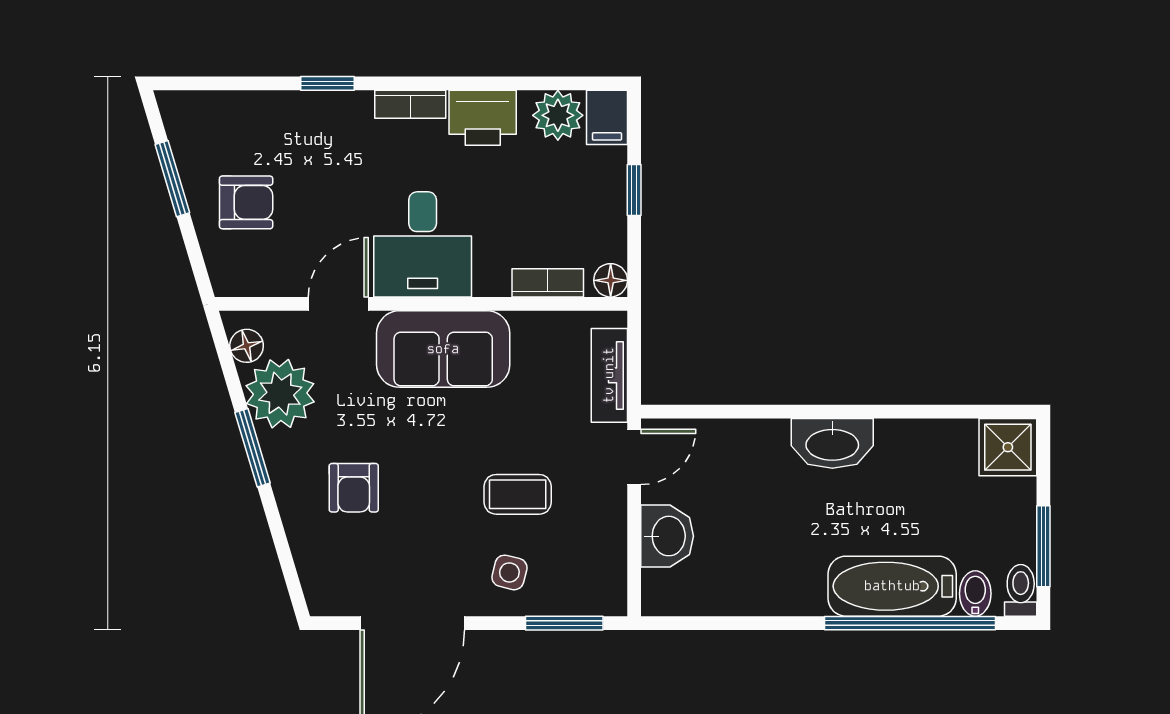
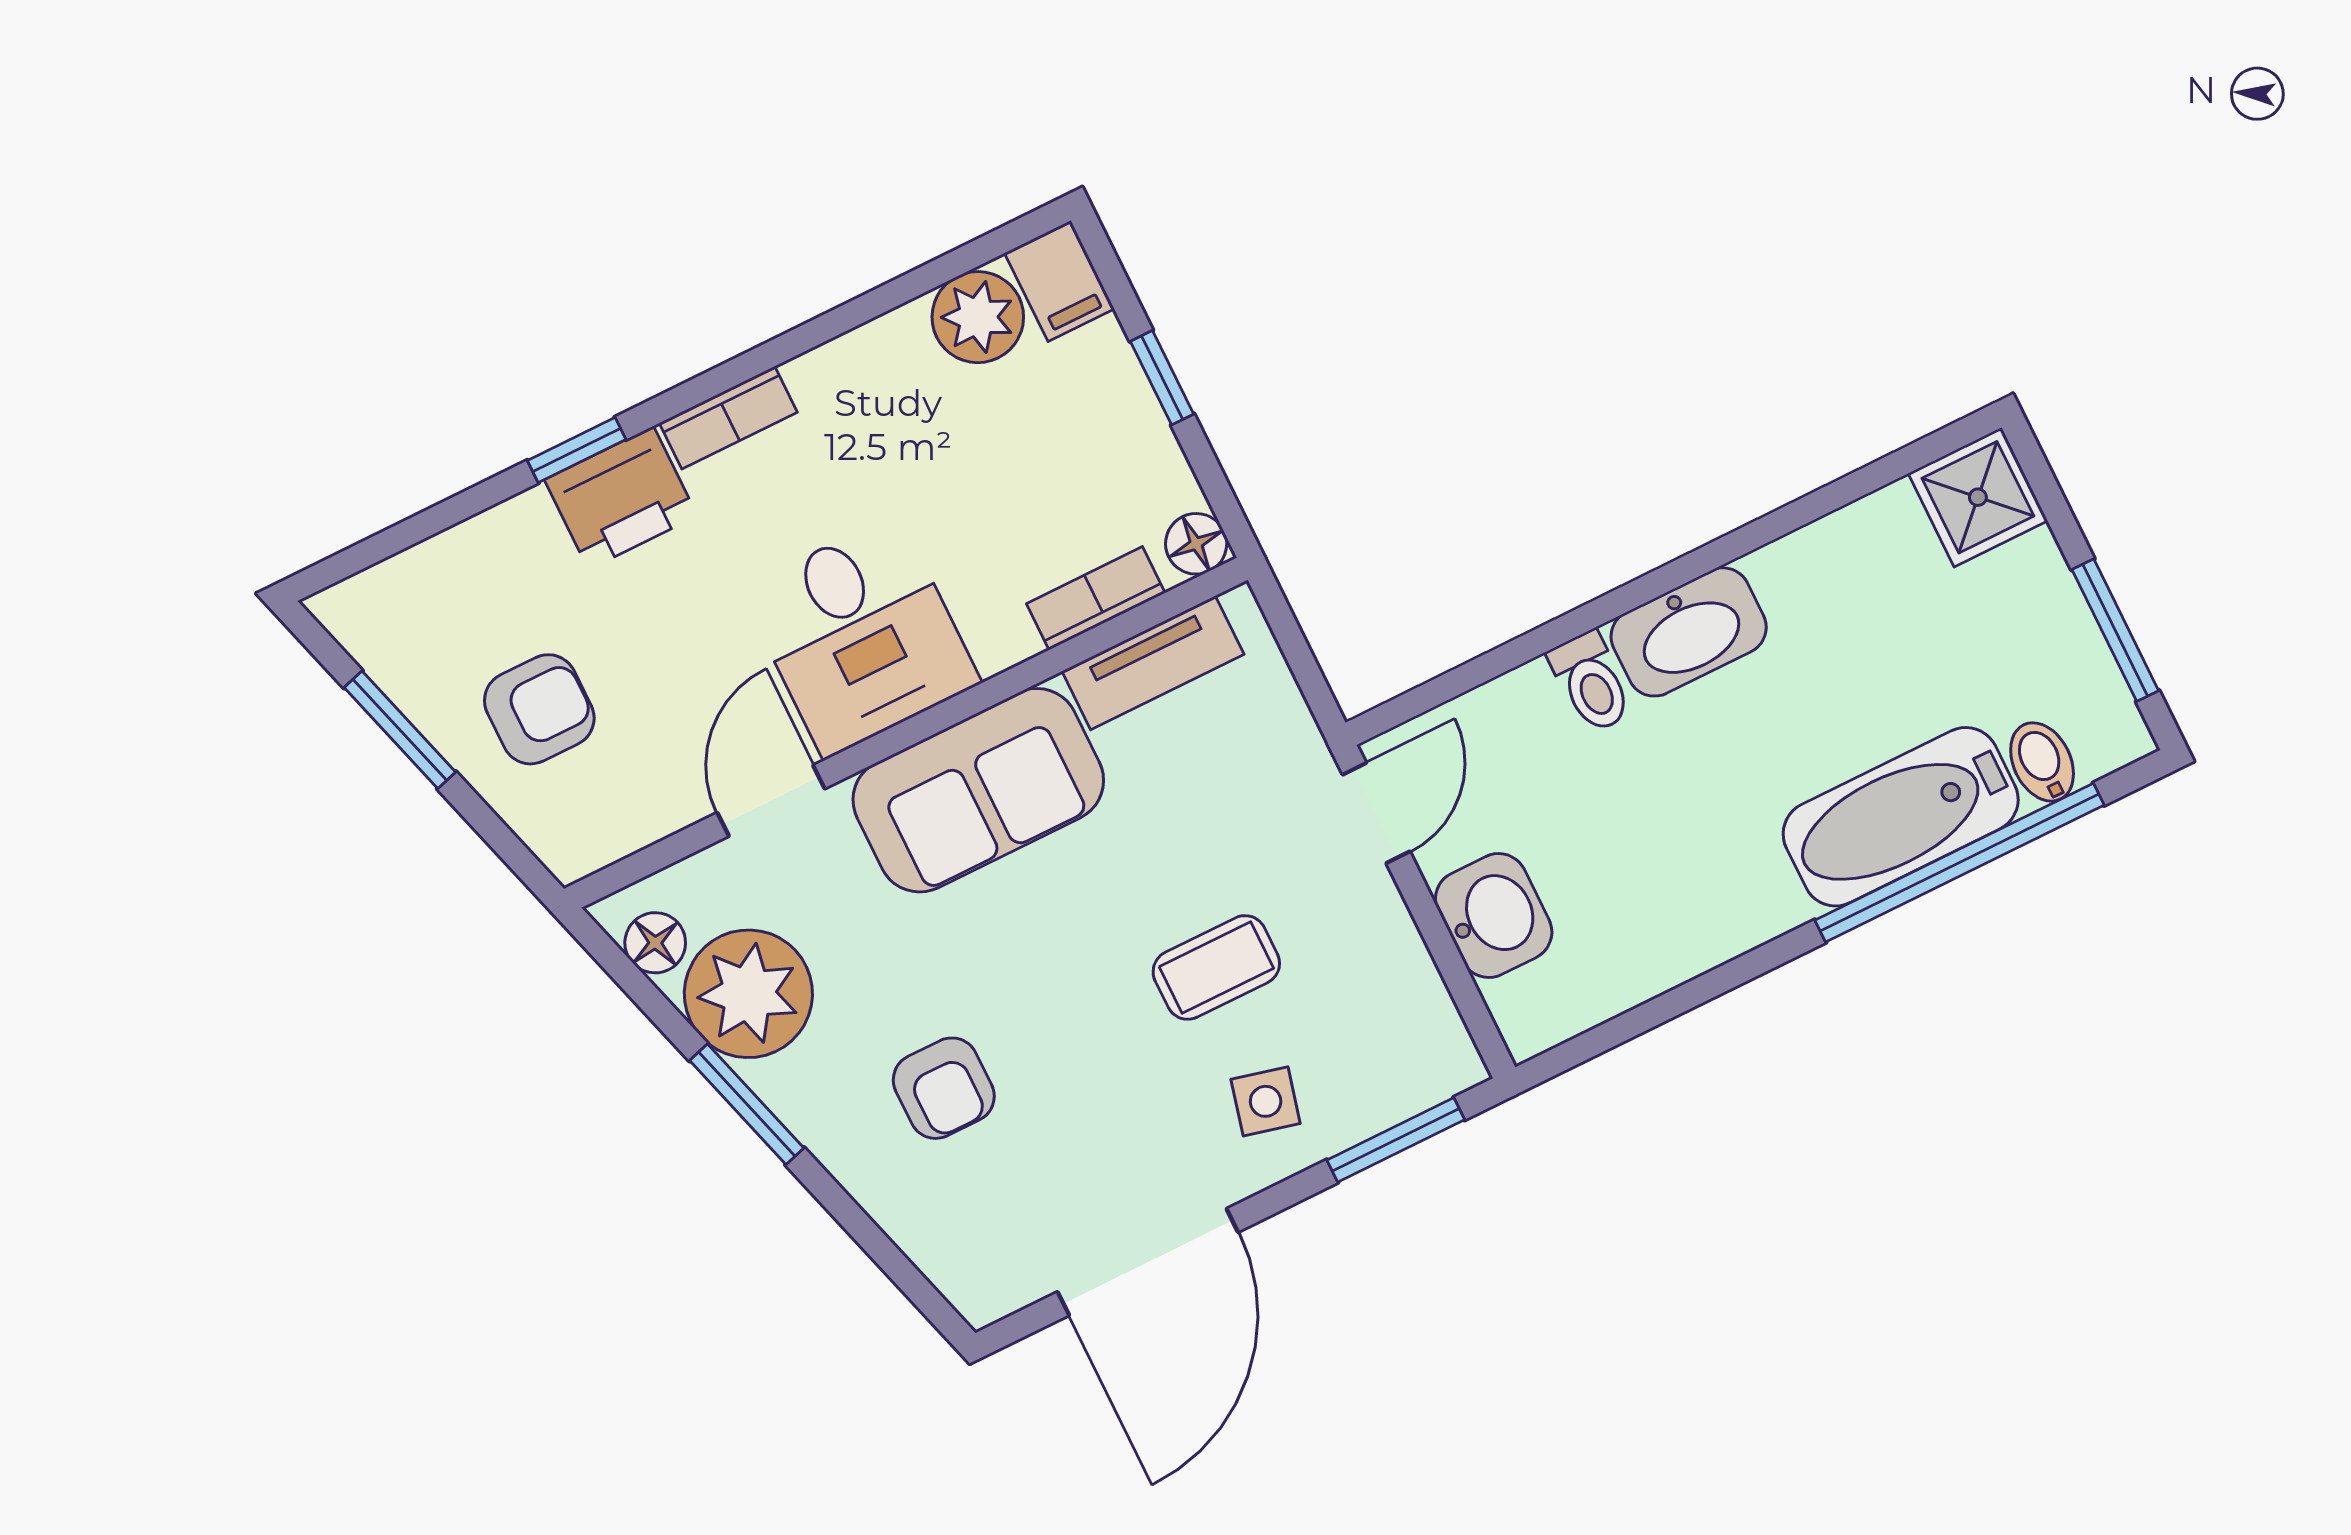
printer: (483, 118) -> (621, 498), moved
tv unit: (609, 375) -> (1153, 663), moved, turned -90
toilet: (1021, 590) -> (1591, 682), moved, turned 180

